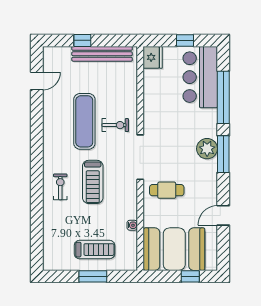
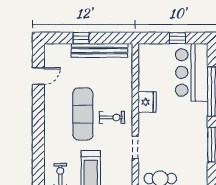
fridge: (153, 57) -> (147, 102), moved
plant: (207, 149) -> (198, 140), removed
doorway: (140, 157) -> (135, 148), width x0.53

